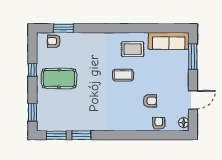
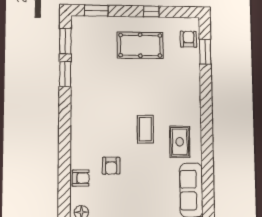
pool table: (59, 78) -> (140, 45), turned 90

